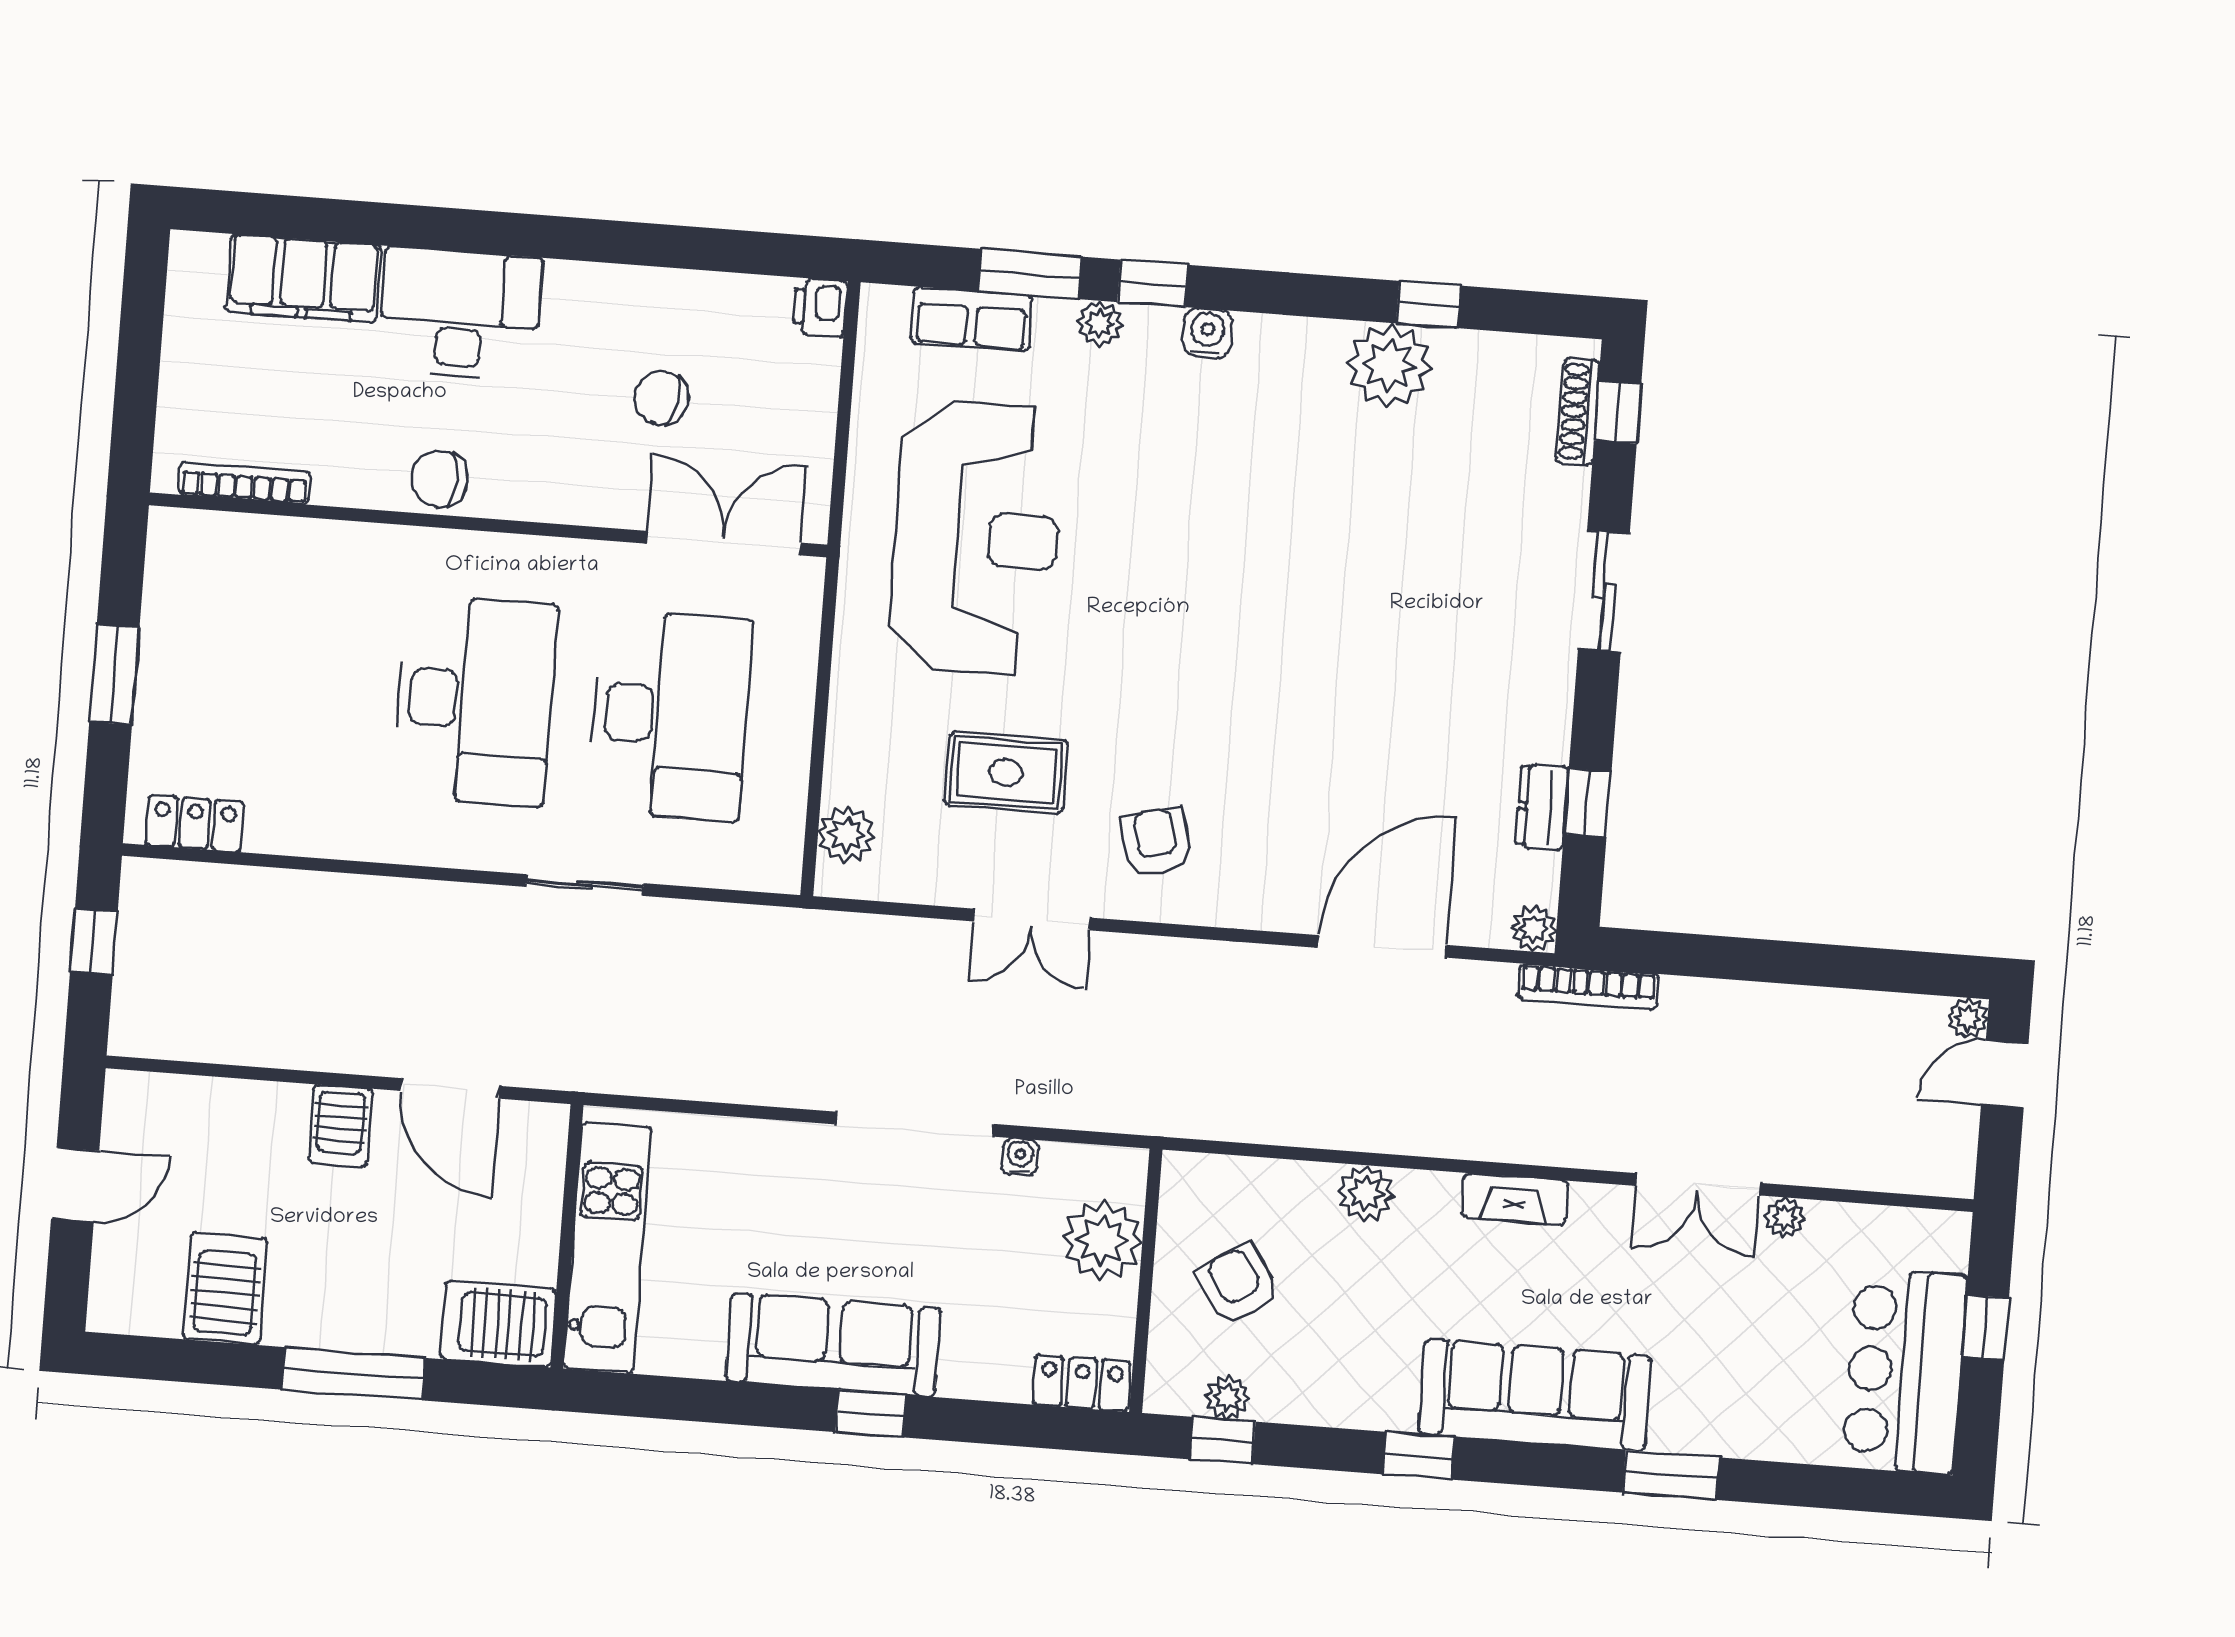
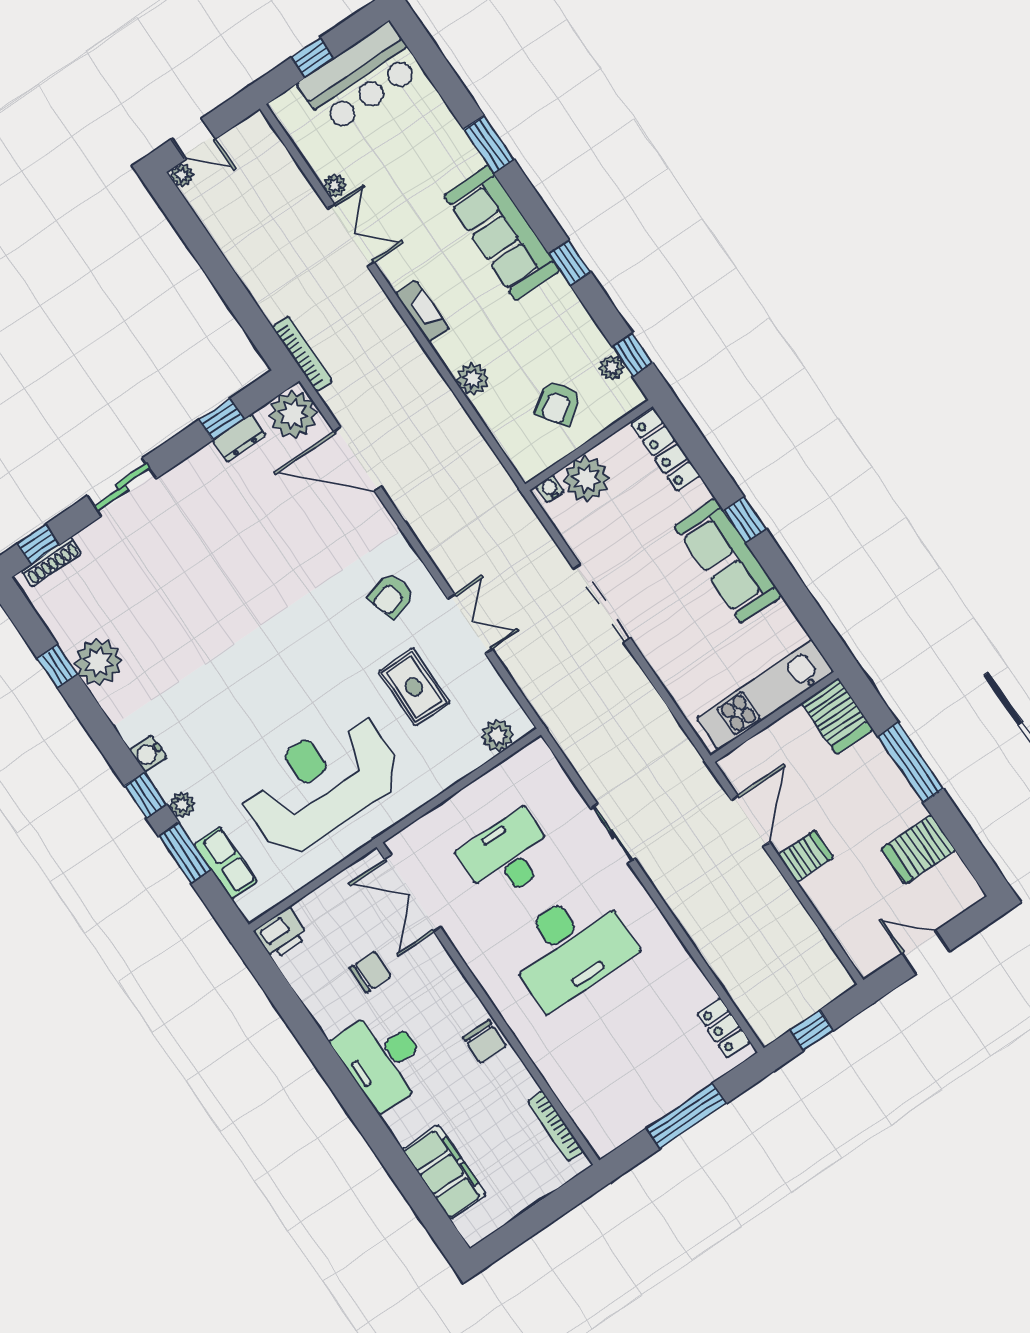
printer: (820, 308) -> (281, 934), width x1.36, depth x1.24
desk: (460, 314) -> (383, 1059), moved
chair: (661, 398) -> (370, 972), turned -101
window: (114, 674) -> (686, 1116), width x1.44
desk: (475, 700) -> (570, 948), turned 180
desk: (670, 715) -> (508, 856), width x0.73, depth x0.77
plant: (1534, 929) -> (293, 414), width x1.88, depth x1.88
water cooler: (1020, 1157) -> (550, 489), moved, turned 90
locker: (1082, 1383) -> (665, 450), width x1.53

